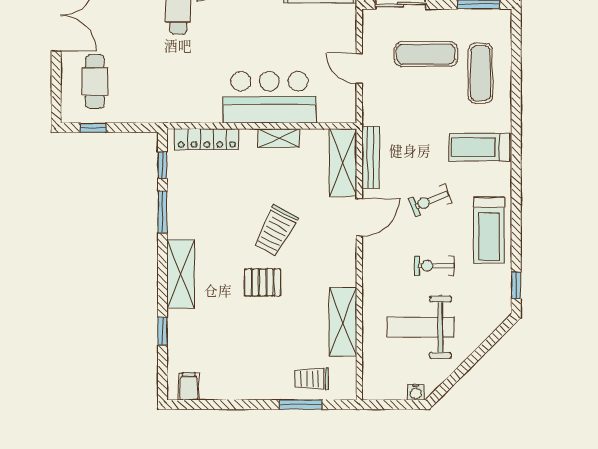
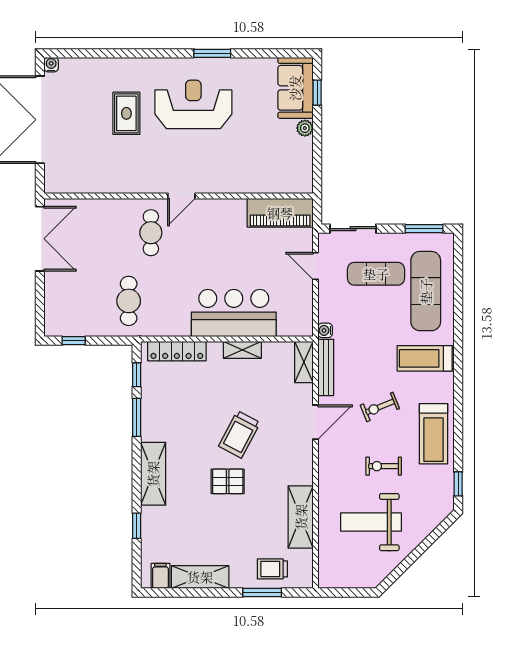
door: (359, 68) -> (315, 266), moved
exercise mat: (480, 73) -> (426, 291), width x1.36, depth x1.45
cafe table: (95, 81) -> (129, 301), moved
shelving: (343, 163) -> (304, 362), width x0.67, depth x0.75
shelving: (232, 388) -> (200, 577), added
water cooler: (416, 392) -> (325, 330), moved, turned 90

